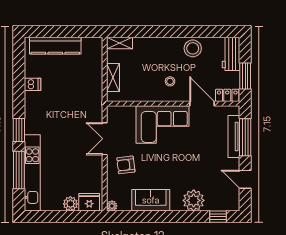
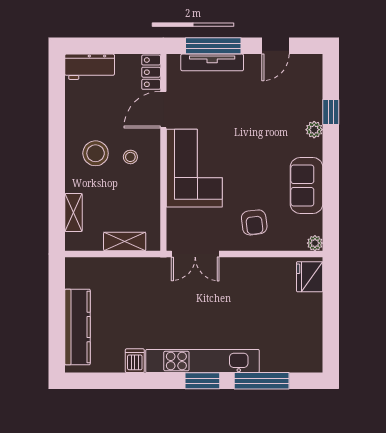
shelving: (120, 43) -> (73, 212), moved
stool: (193, 48) -> (96, 153), moved
window: (245, 76) -> (122, 46), removed
double door: (105, 139) -> (195, 254), moved
kitchen unit: (32, 173) -> (202, 361), moved
plant: (194, 200) -> (314, 130), width x0.53, depth x0.53
plant: (70, 204) -> (312, 305), removed
window: (218, 217) -> (331, 112), moved

